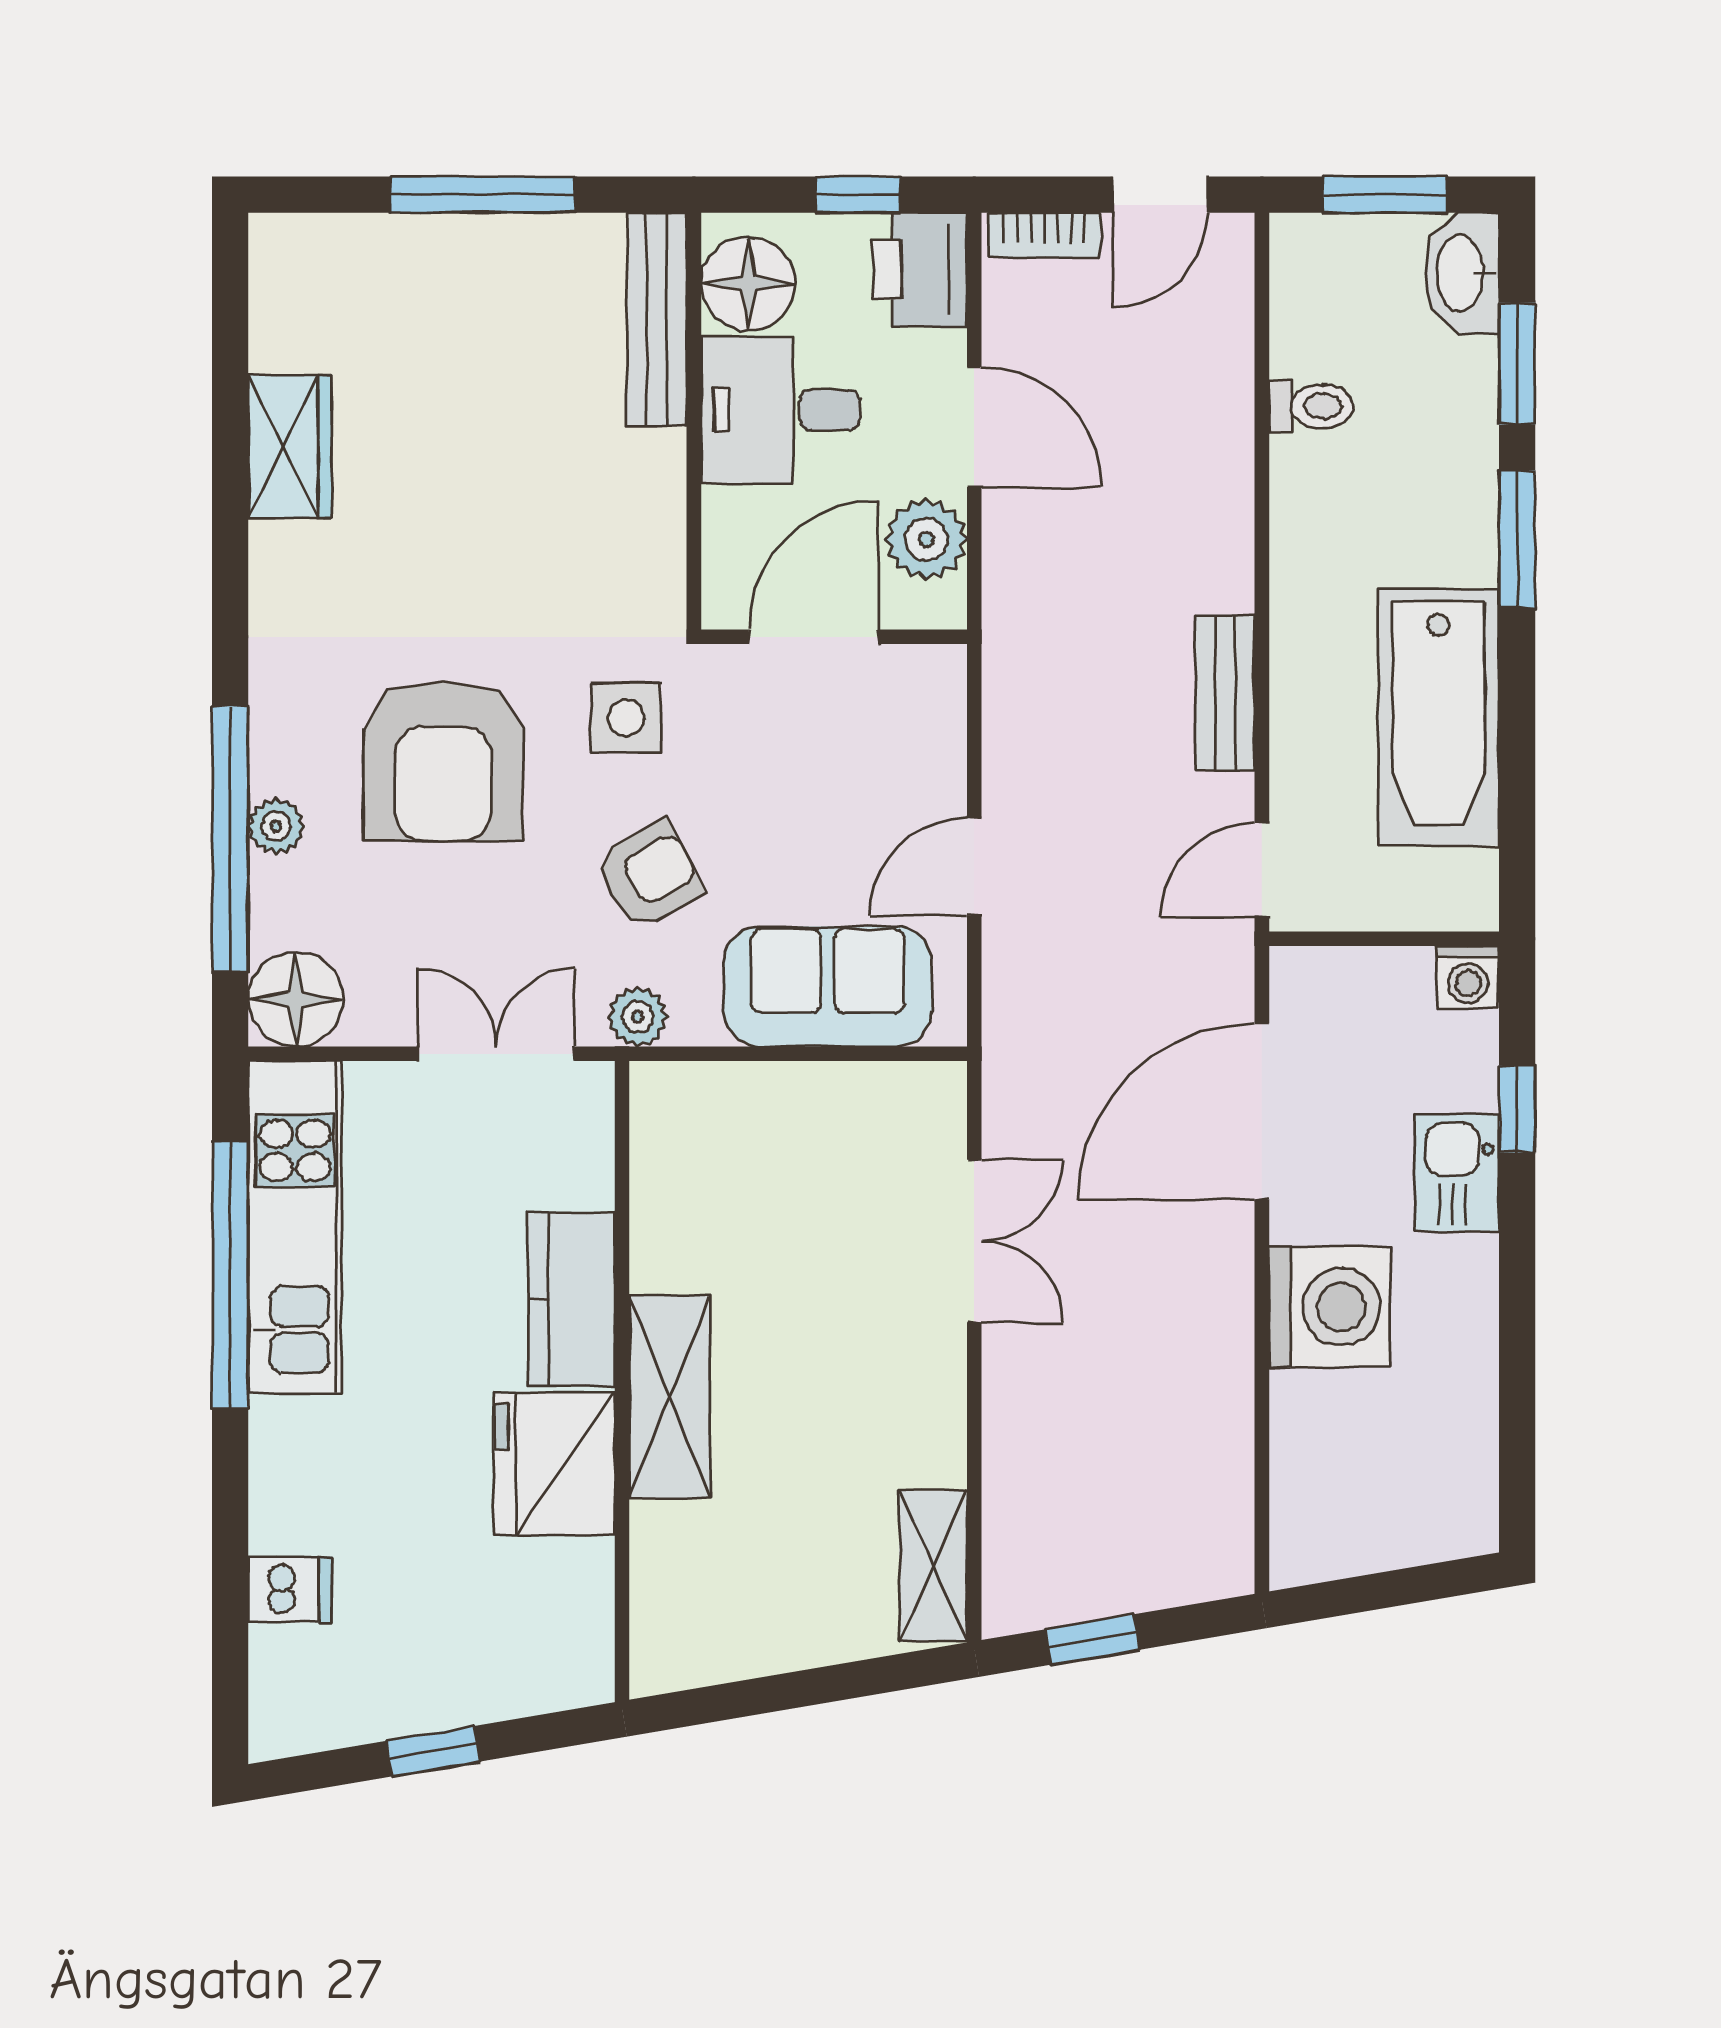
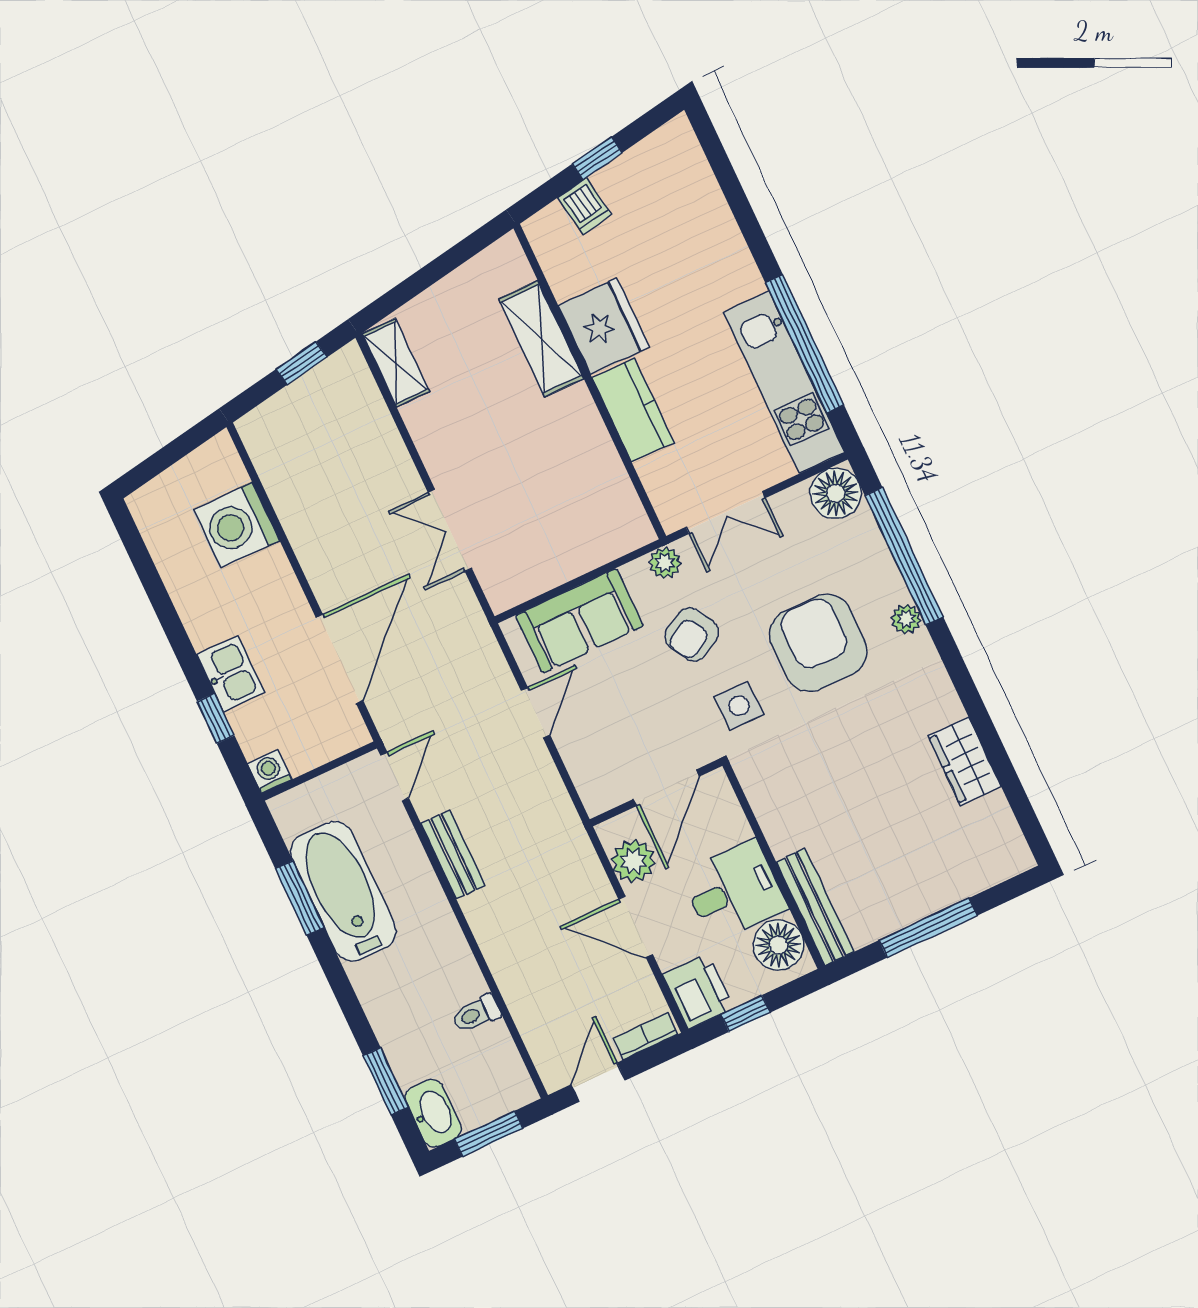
window: (1517, 539) -> (300, 898), moved
plant: (276, 826) -> (906, 619), moved
washing machine: (1329, 1307) -> (237, 525), moved
shelving: (670, 1397) -> (541, 339), moved
dishwasher: (290, 1590) -> (585, 206), moved, turned -100

